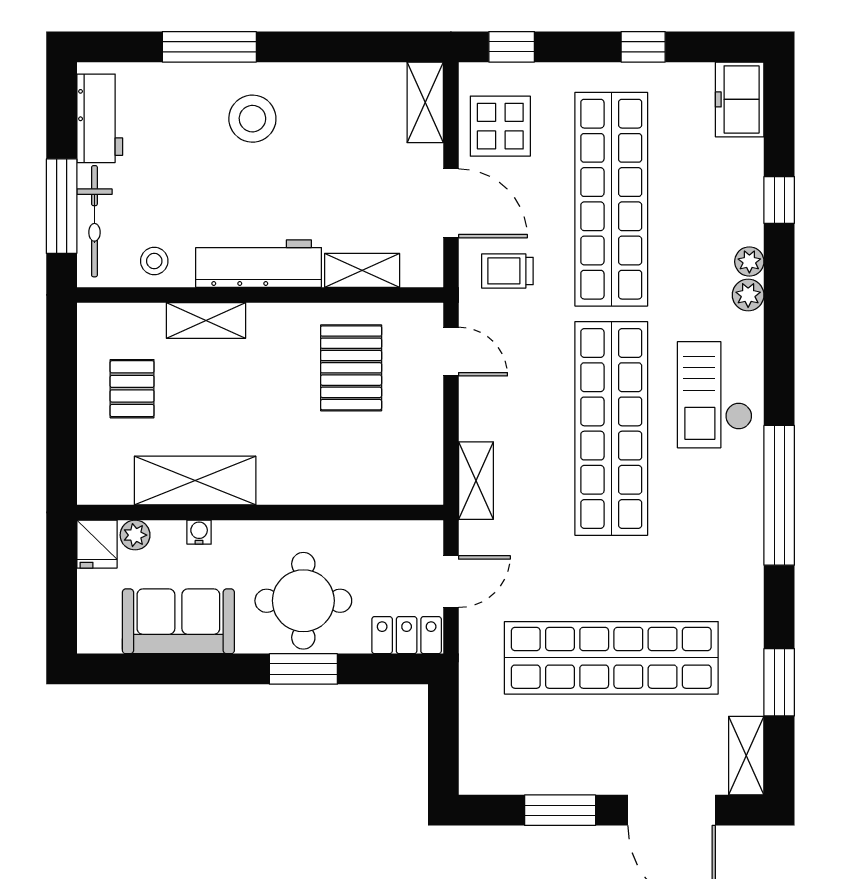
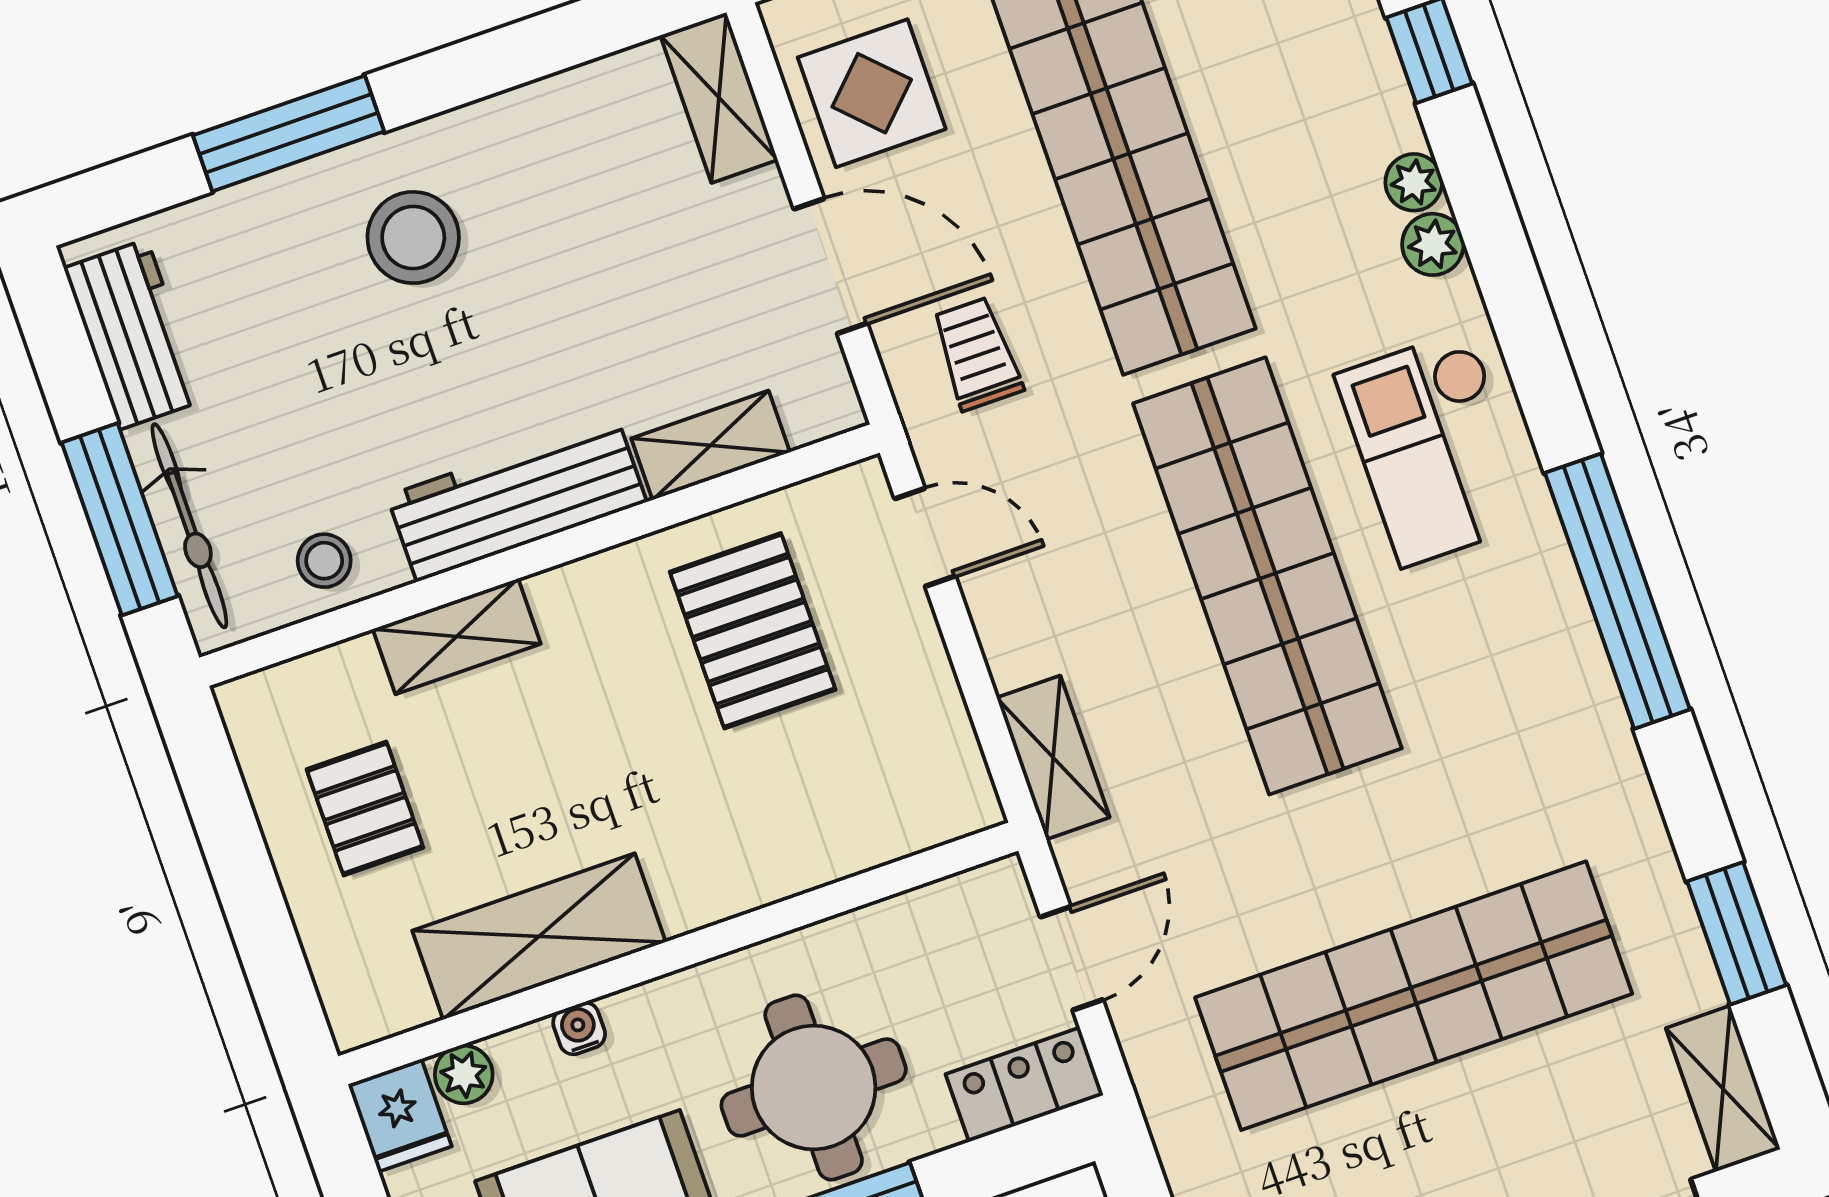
trolley: (507, 271) -> (977, 354), turned 90

